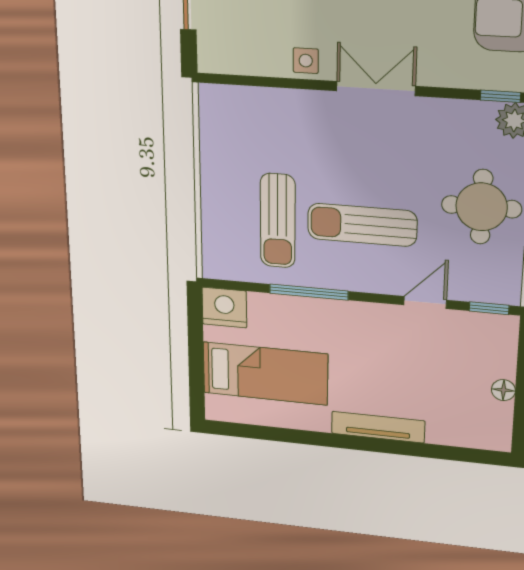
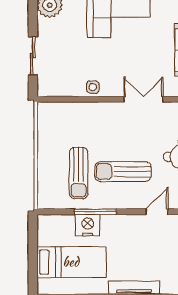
double door: (376, 89) -> (143, 99), moved
nightstand: (224, 308) -> (88, 225), moved

